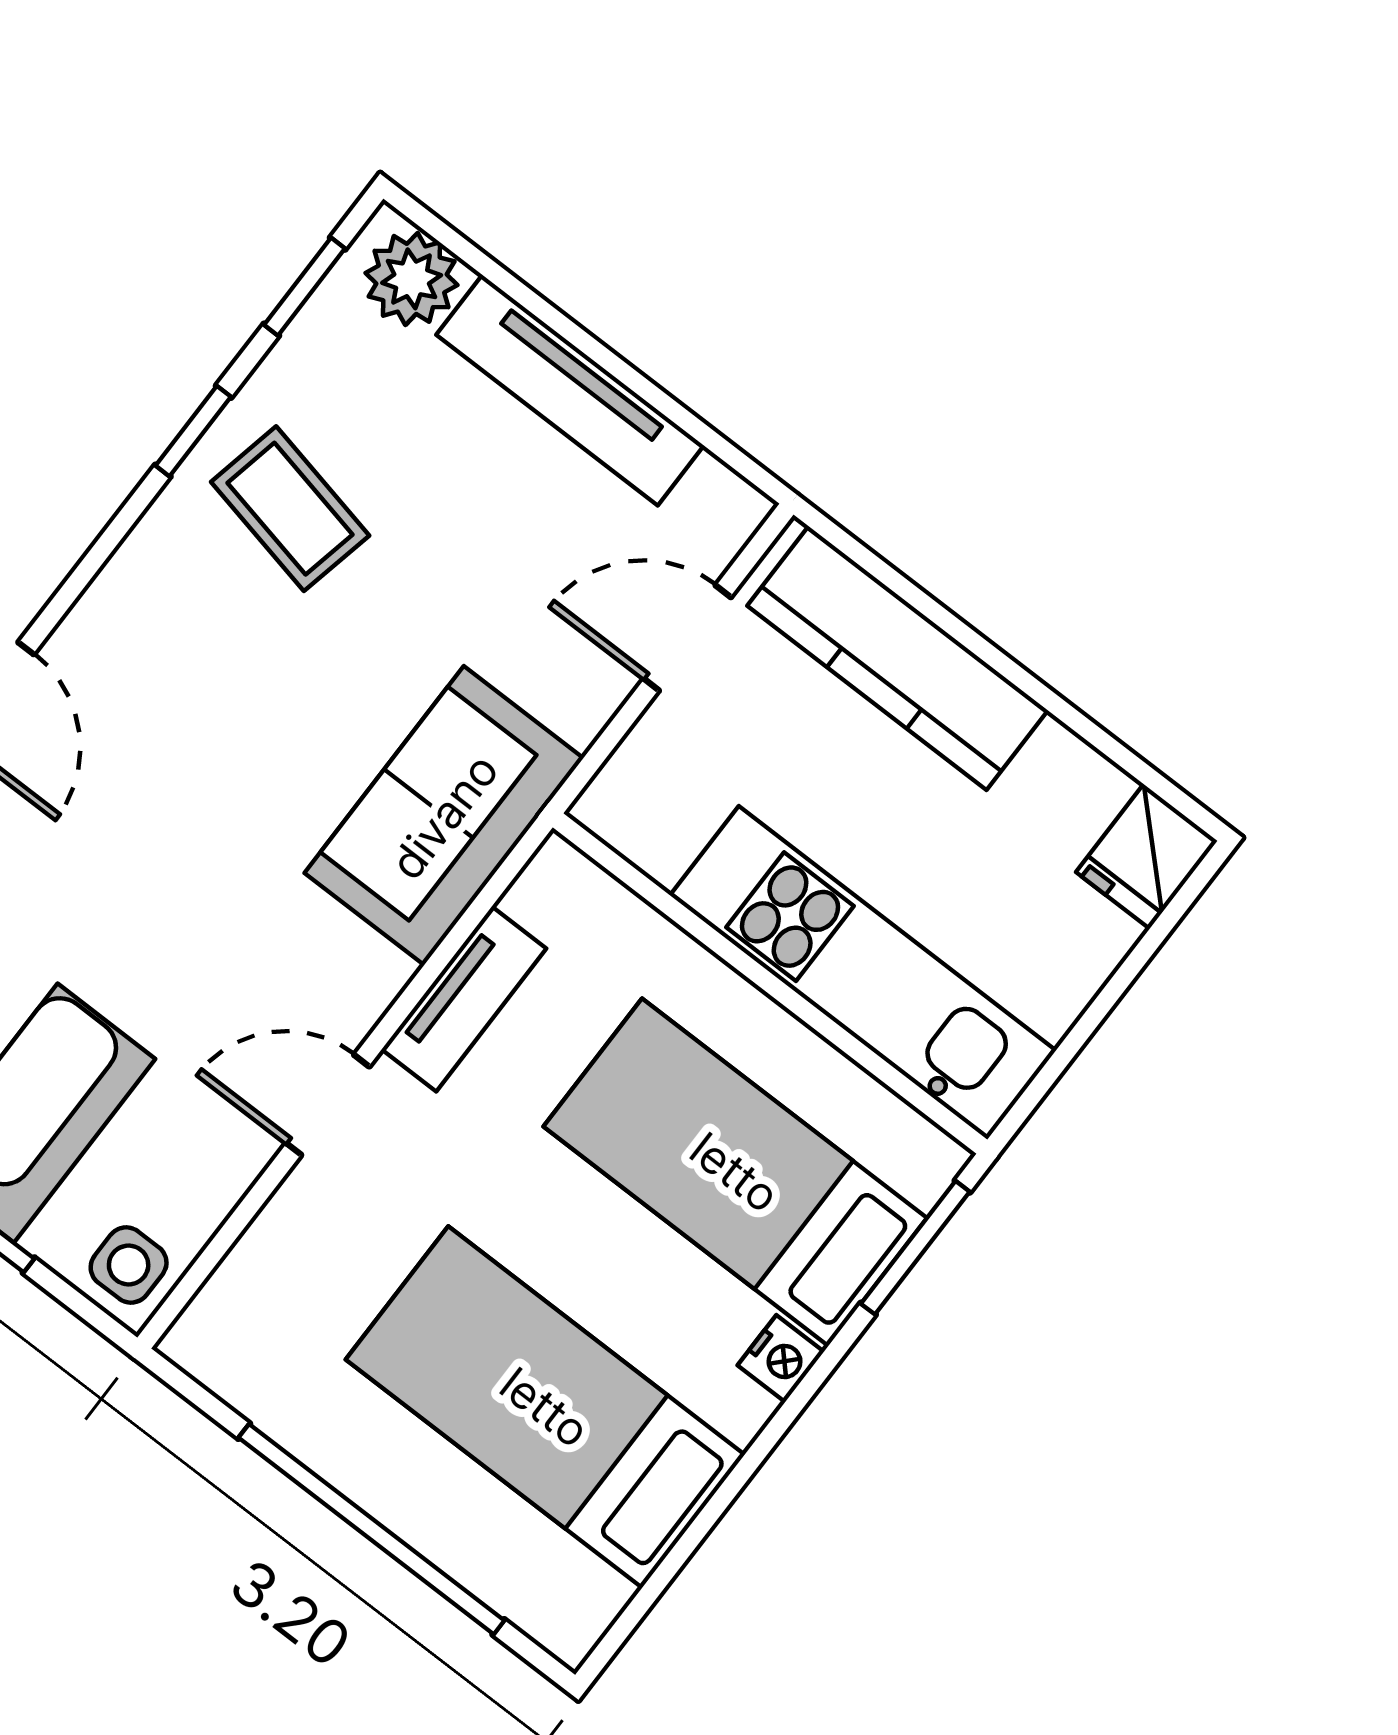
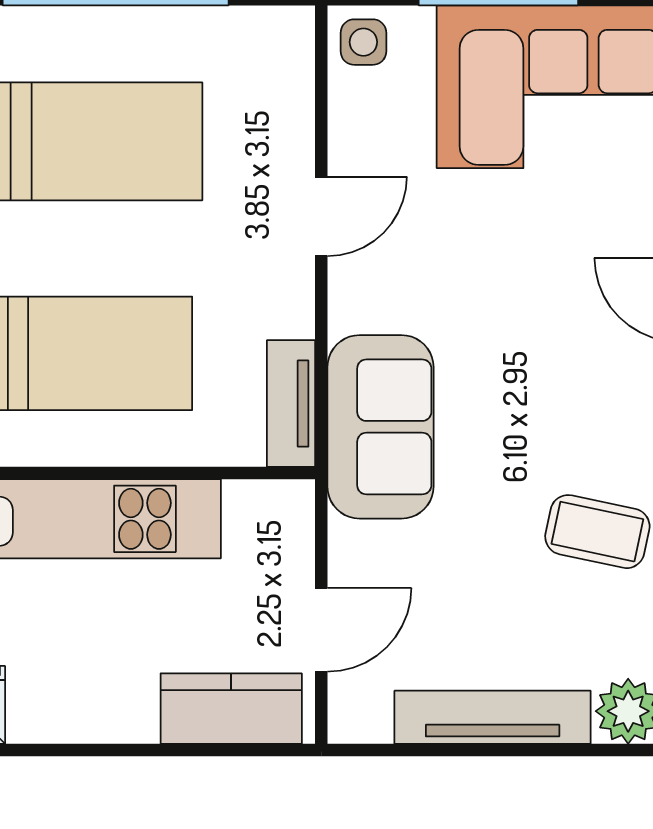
kitchen counter: (897, 658) -> (231, 709), width x0.67
tv unit: (464, 999) -> (291, 404), moved

